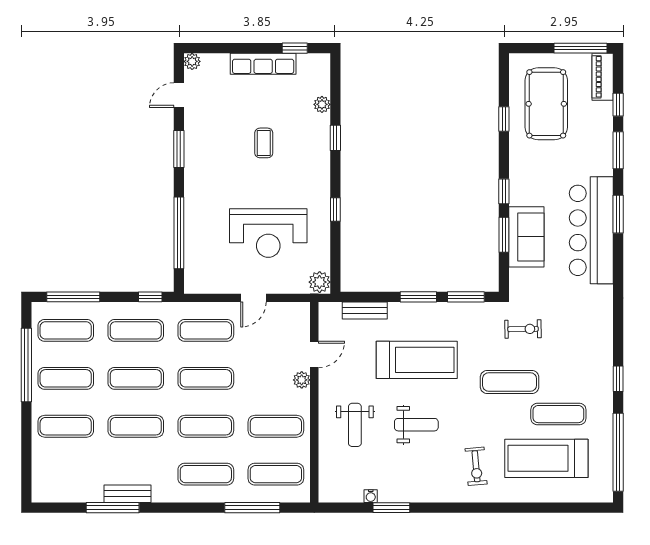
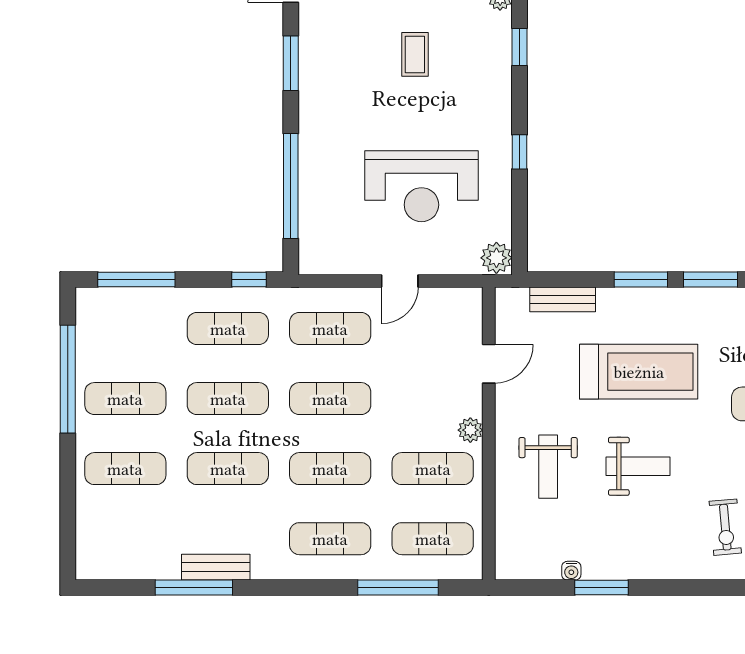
exercise mat: (66, 330) -> (125, 329), removed
plant: (302, 380) -> (470, 430), moved

